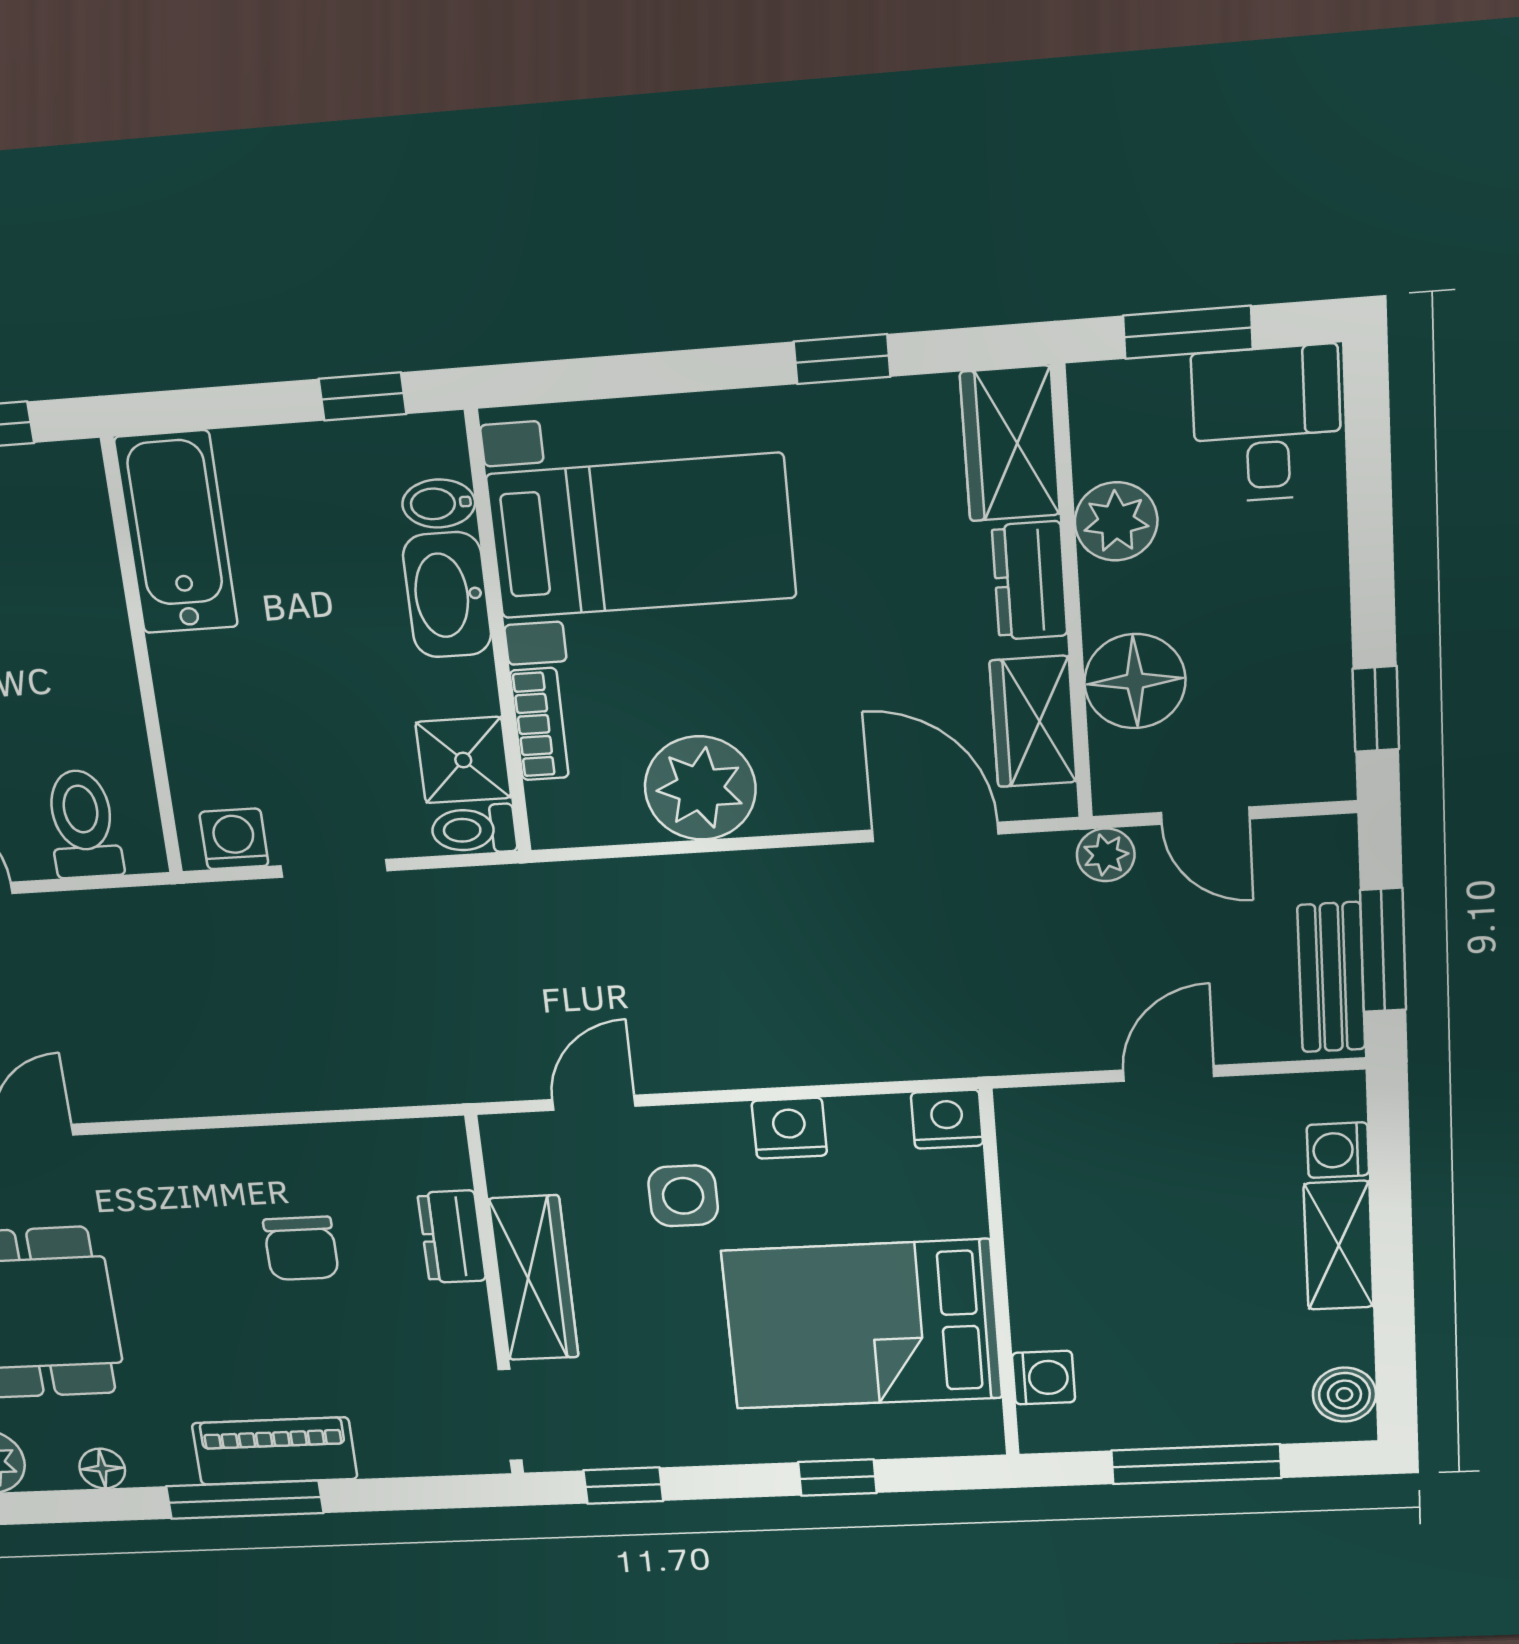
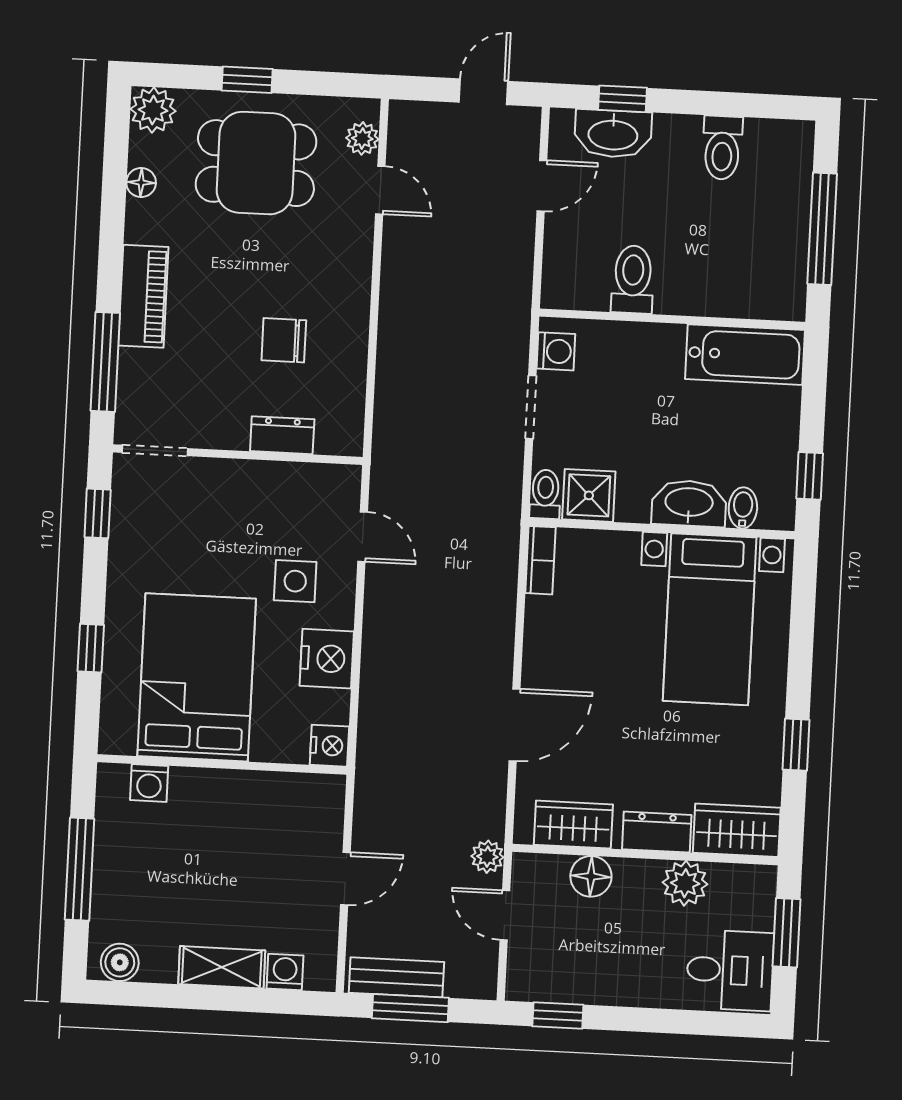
floor lamp: (1135, 681) -> (591, 876), width x0.73, depth x0.73
bookcase: (539, 724) -> (540, 560), moved, turned -90
plant: (700, 788) -> (555, 630), removed
door: (1205, 816) -> (505, 915), hinge flipped
toilet: (83, 824) -> (633, 279), moved, turned -90
door: (935, 832) -> (515, 725), moved
door: (1169, 1073) -> (345, 879), hinge flipped
nightstand: (789, 1128) -> (327, 659), width x1.36, depth x1.33
wardrobe: (534, 1278) -> (249, 481), removed
window: (245, 1500) -> (105, 362), moved

